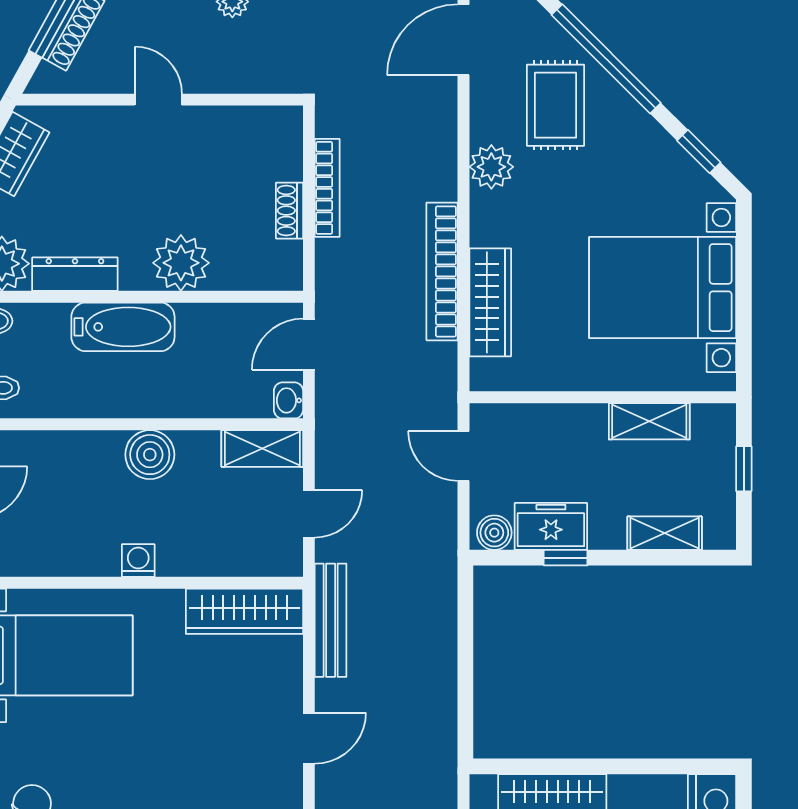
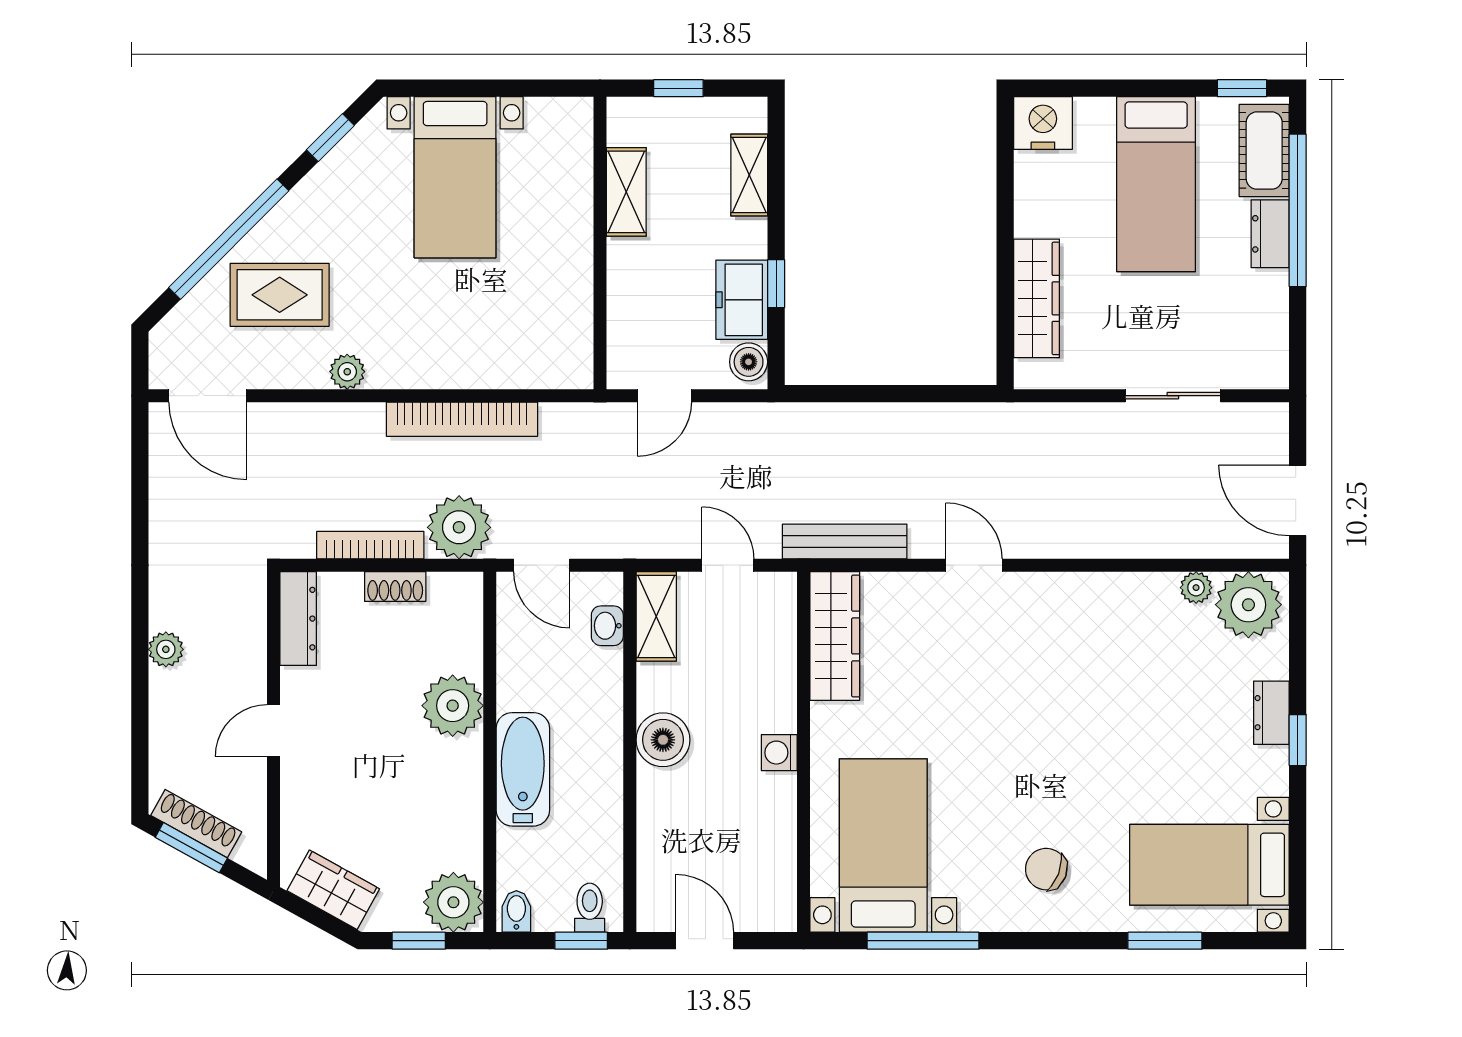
plant: (491, 167) -> (347, 372), width x0.73, depth x0.73
plant: (344, 269) -> (459, 527), added
dresser: (75, 274) -> (298, 619), moved, turned 180
bed with nightstands: (663, 288) -> (455, 177), width x0.73
wardrobe: (490, 302) -> (496, 366), removed
washbasin: (288, 400) -> (607, 626), moved, turned 90

